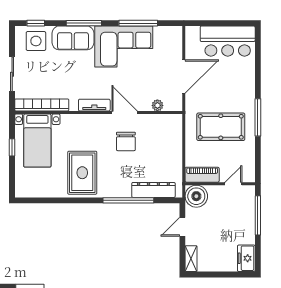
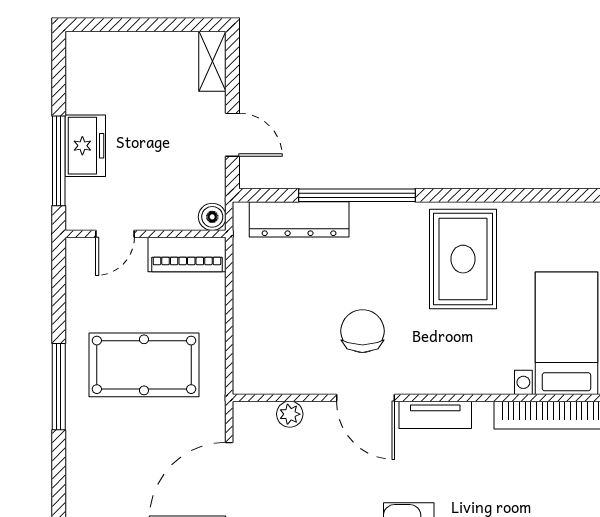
boiler: (196, 196) -> (212, 217), width x0.54, depth x0.54
door: (182, 227) -> (232, 135), hinge flipped
freezer: (246, 258) -> (85, 146), moved

